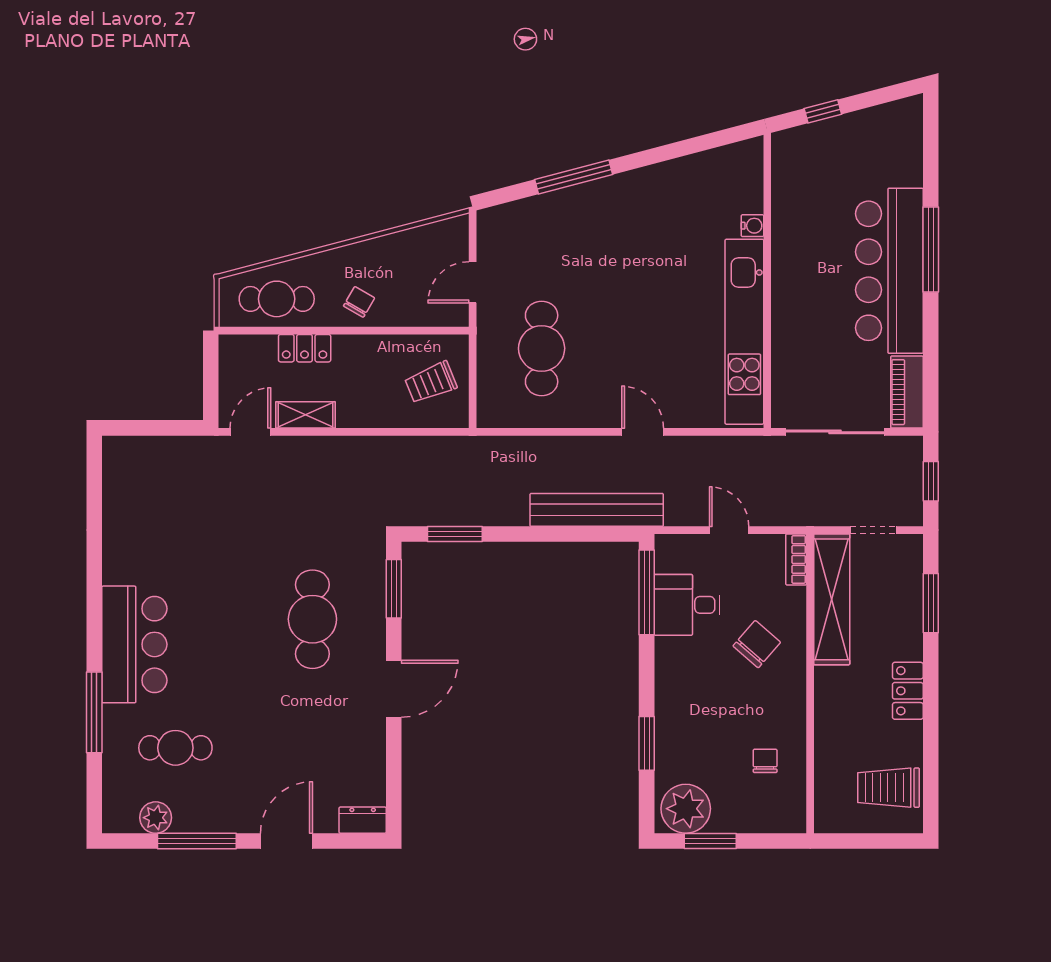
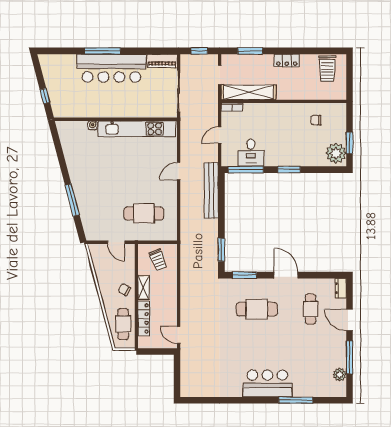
locker: (305, 348) -> (144, 318), width x1.53
shelving: (306, 415) -> (143, 288), moved
chair: (757, 644) -> (267, 124), removed
window: (647, 743) -> (289, 170), moved
cafe table: (175, 748) -> (311, 309), moved

